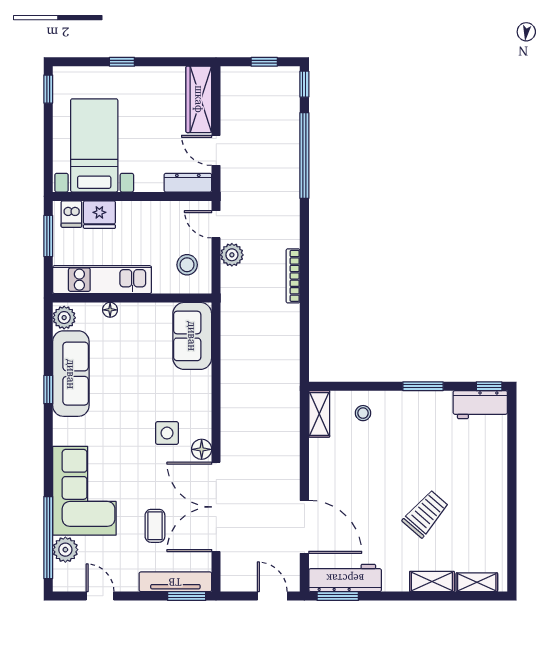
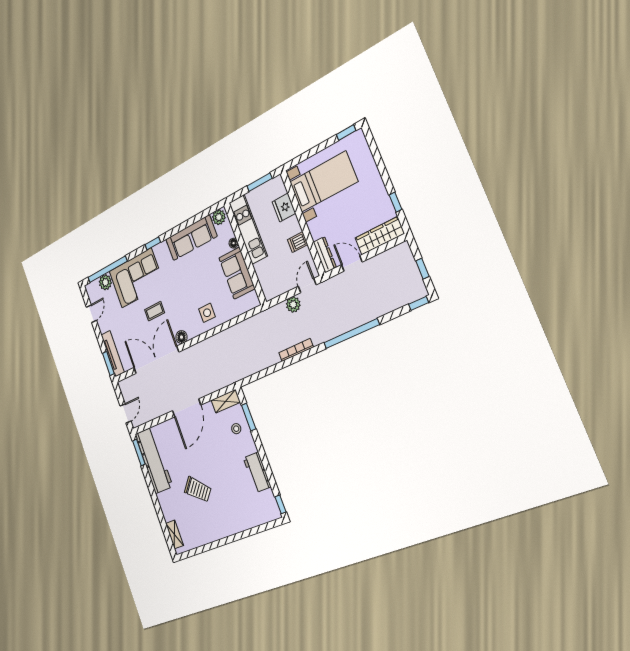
window: (122, 62) -> (395, 202), moved
door: (216, 150) -> (352, 263), hinge flipped
window: (304, 155) -> (351, 334), moved
dishwasher: (71, 214) -> (298, 242), moved
stool: (187, 265) -> (277, 278), removed
sofa: (192, 336) -> (237, 273), moved, turned -90
window: (423, 386) -> (249, 417), moved
window: (48, 390) -> (153, 243), moved
workbench: (480, 405) -> (257, 472), moved
side table: (167, 433) -> (207, 313), moved
coffee table: (155, 526) -> (155, 311), moved
door: (304, 527) -> (187, 408), moved
workbench: (345, 578) -> (154, 460), width x1.36, depth x1.32
shelving: (432, 581) -> (165, 507), removed

